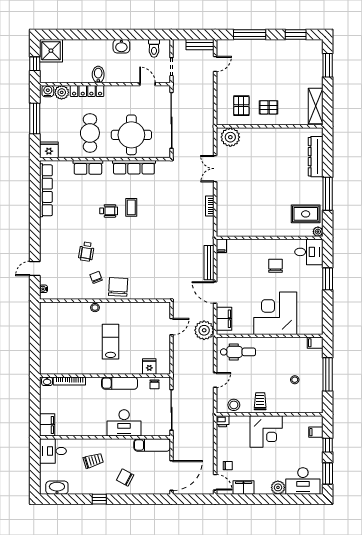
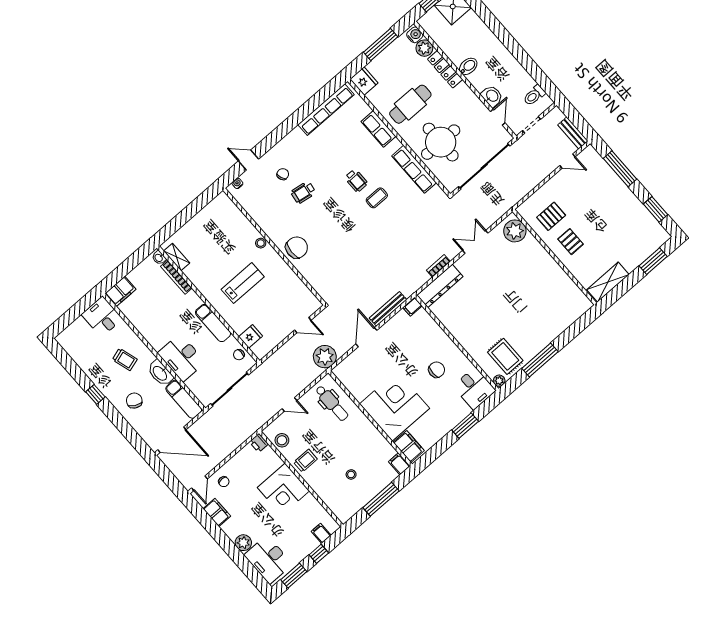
washbasin: (121, 46) -> (492, 96), moved, turned 180
dresser: (316, 157) -> (440, 286), moved, turned 180
chair: (96, 277) -> (283, 174), moved
filing cabinet: (224, 319) -> (409, 446), moved, turned -90
shelving: (57, 369) -> (177, 257), added
washbasin: (57, 488) -> (160, 373), moved, turned 180

